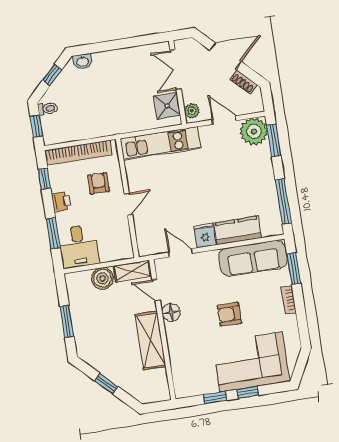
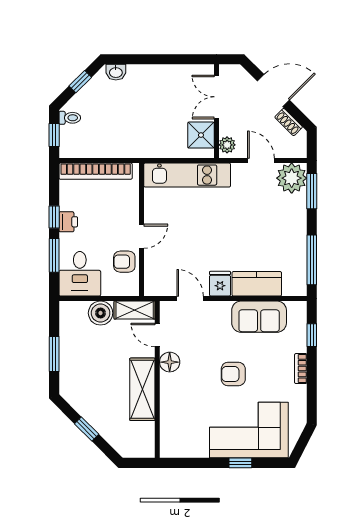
window: (45, 179) -> (54, 217), moved
armchair: (99, 183) -> (124, 262), moved, turned -90
sofa: (253, 258) -> (259, 317), width x0.73
window: (294, 269) -> (312, 335), width x0.67
window: (215, 398) -> (203, 463), removed

